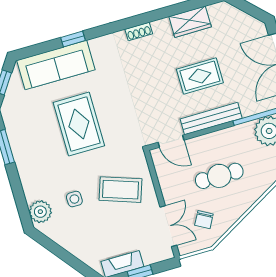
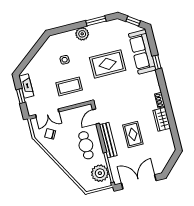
wardrobe: (190, 22) -> (162, 119), moved
cafe table: (219, 176) -> (86, 145), moved
coffee table: (120, 190) -> (69, 86), turned 71
plant: (40, 212) -> (82, 34), moved

